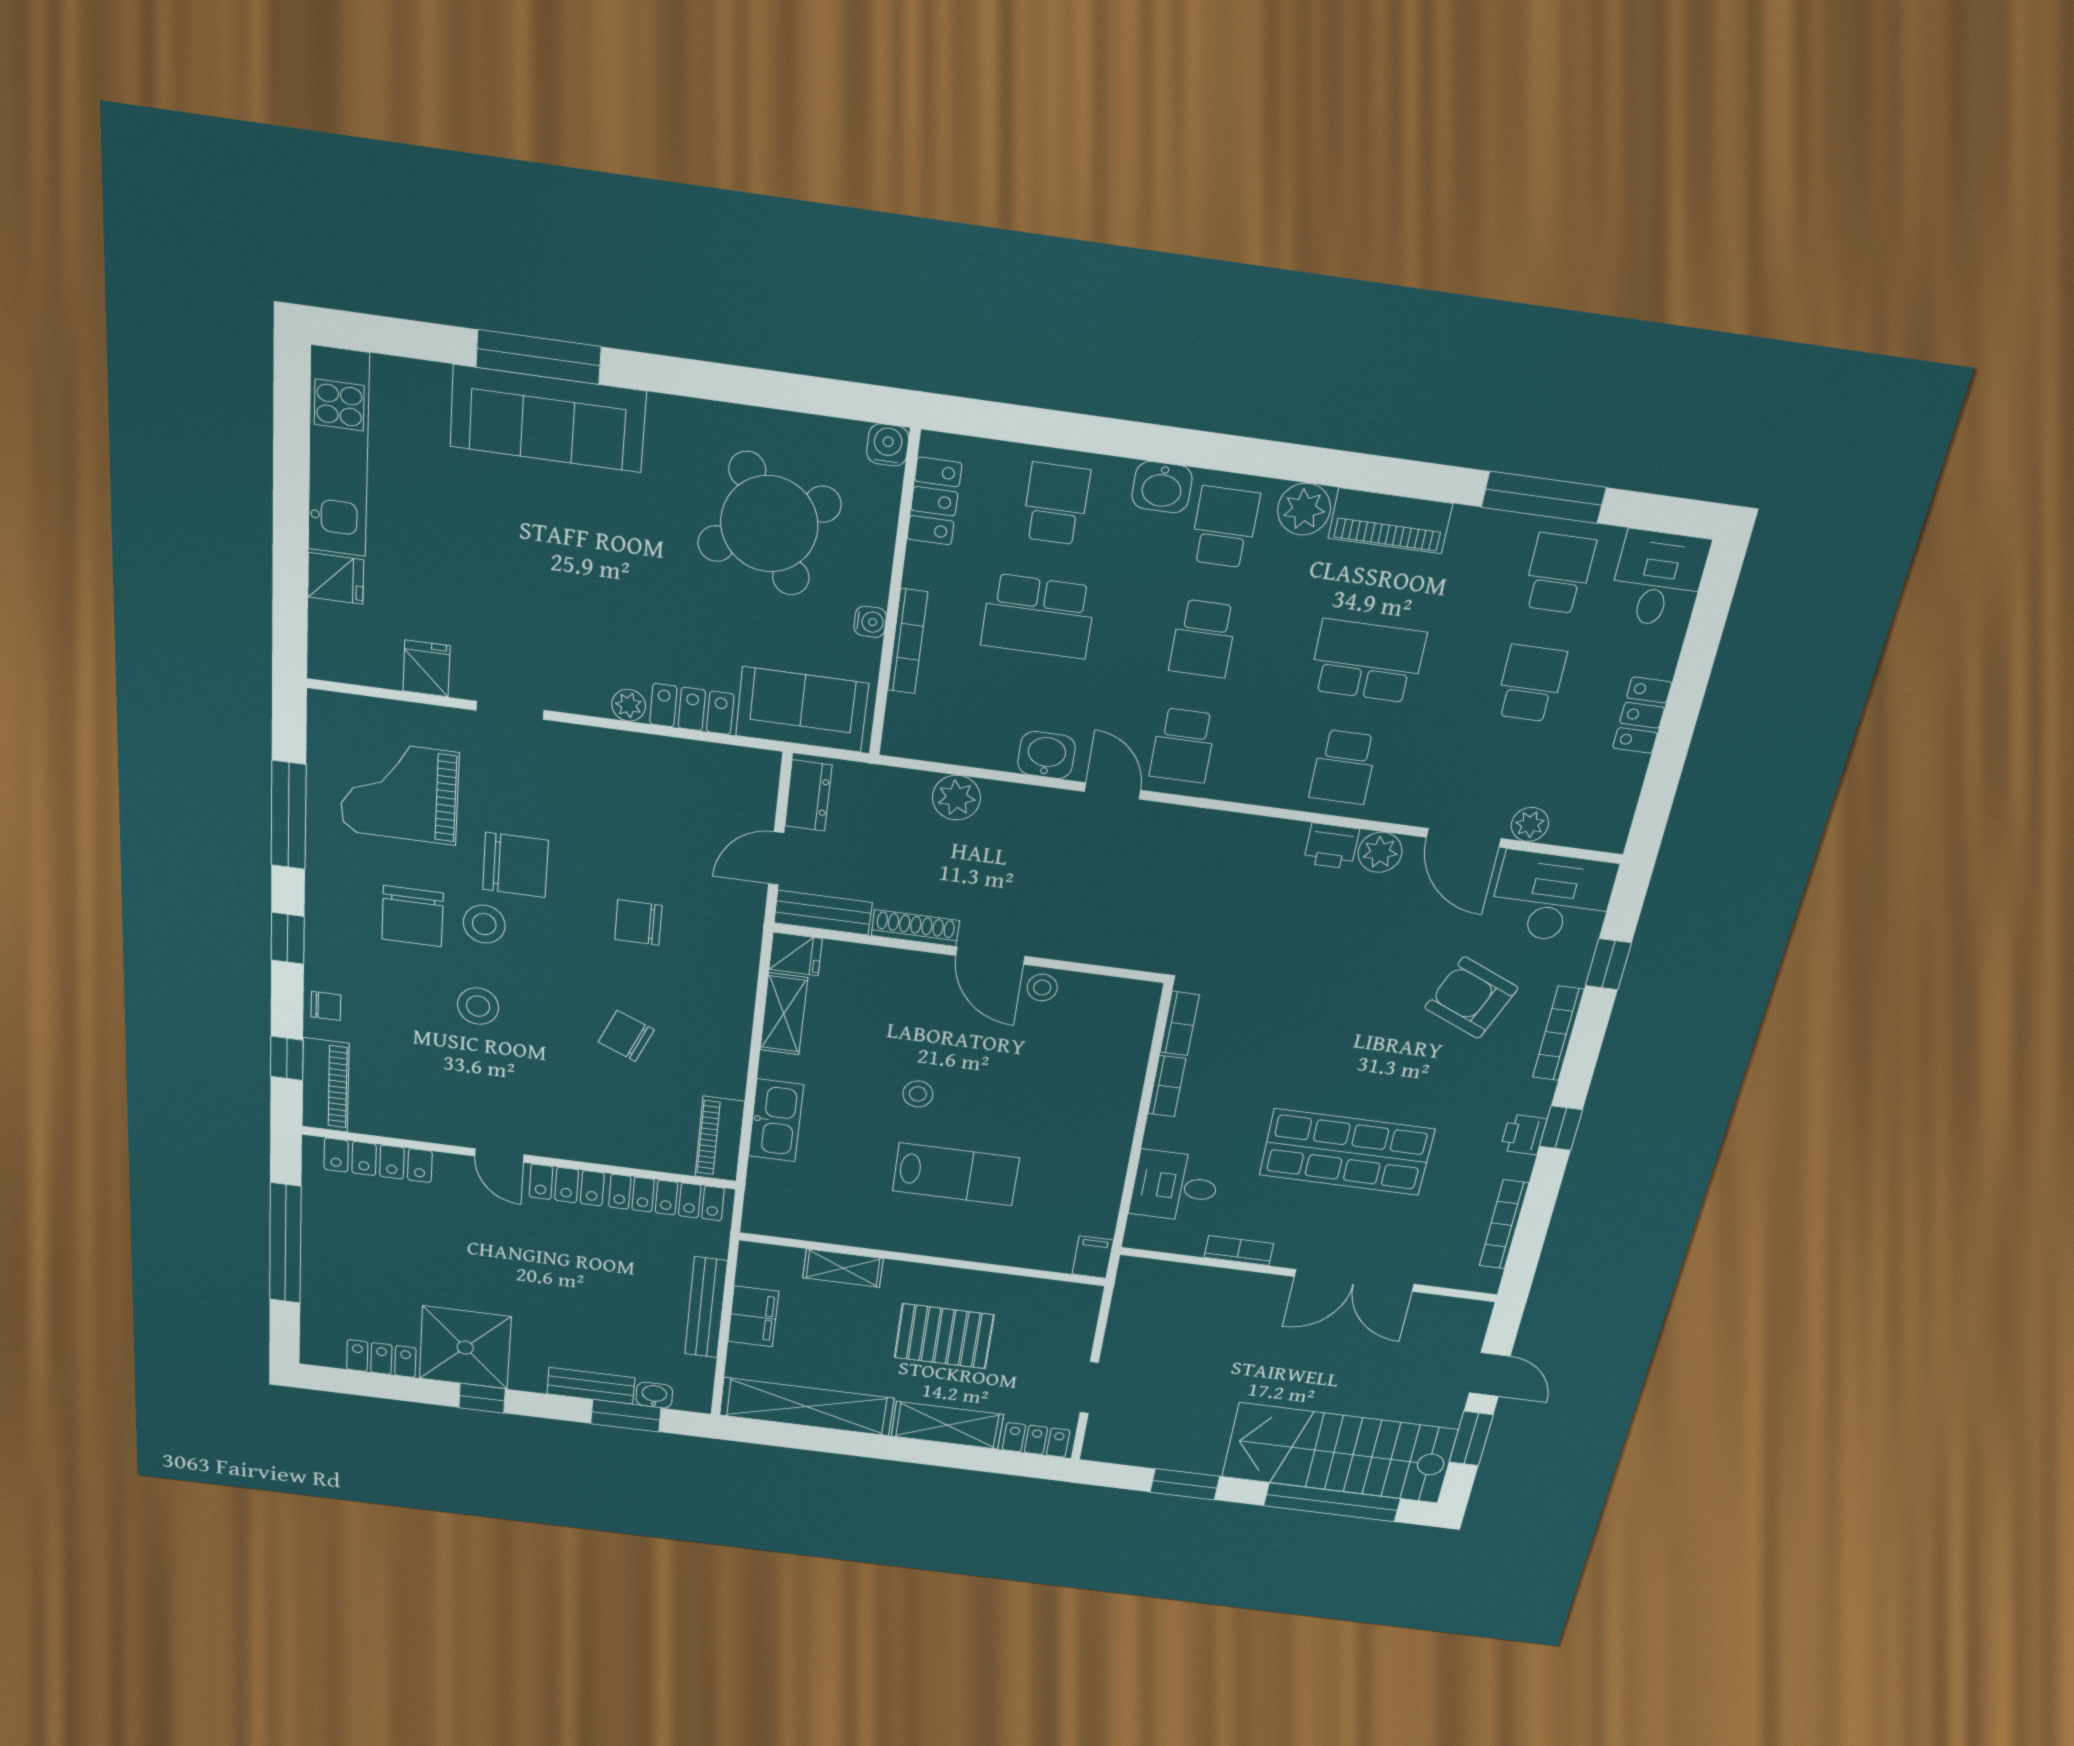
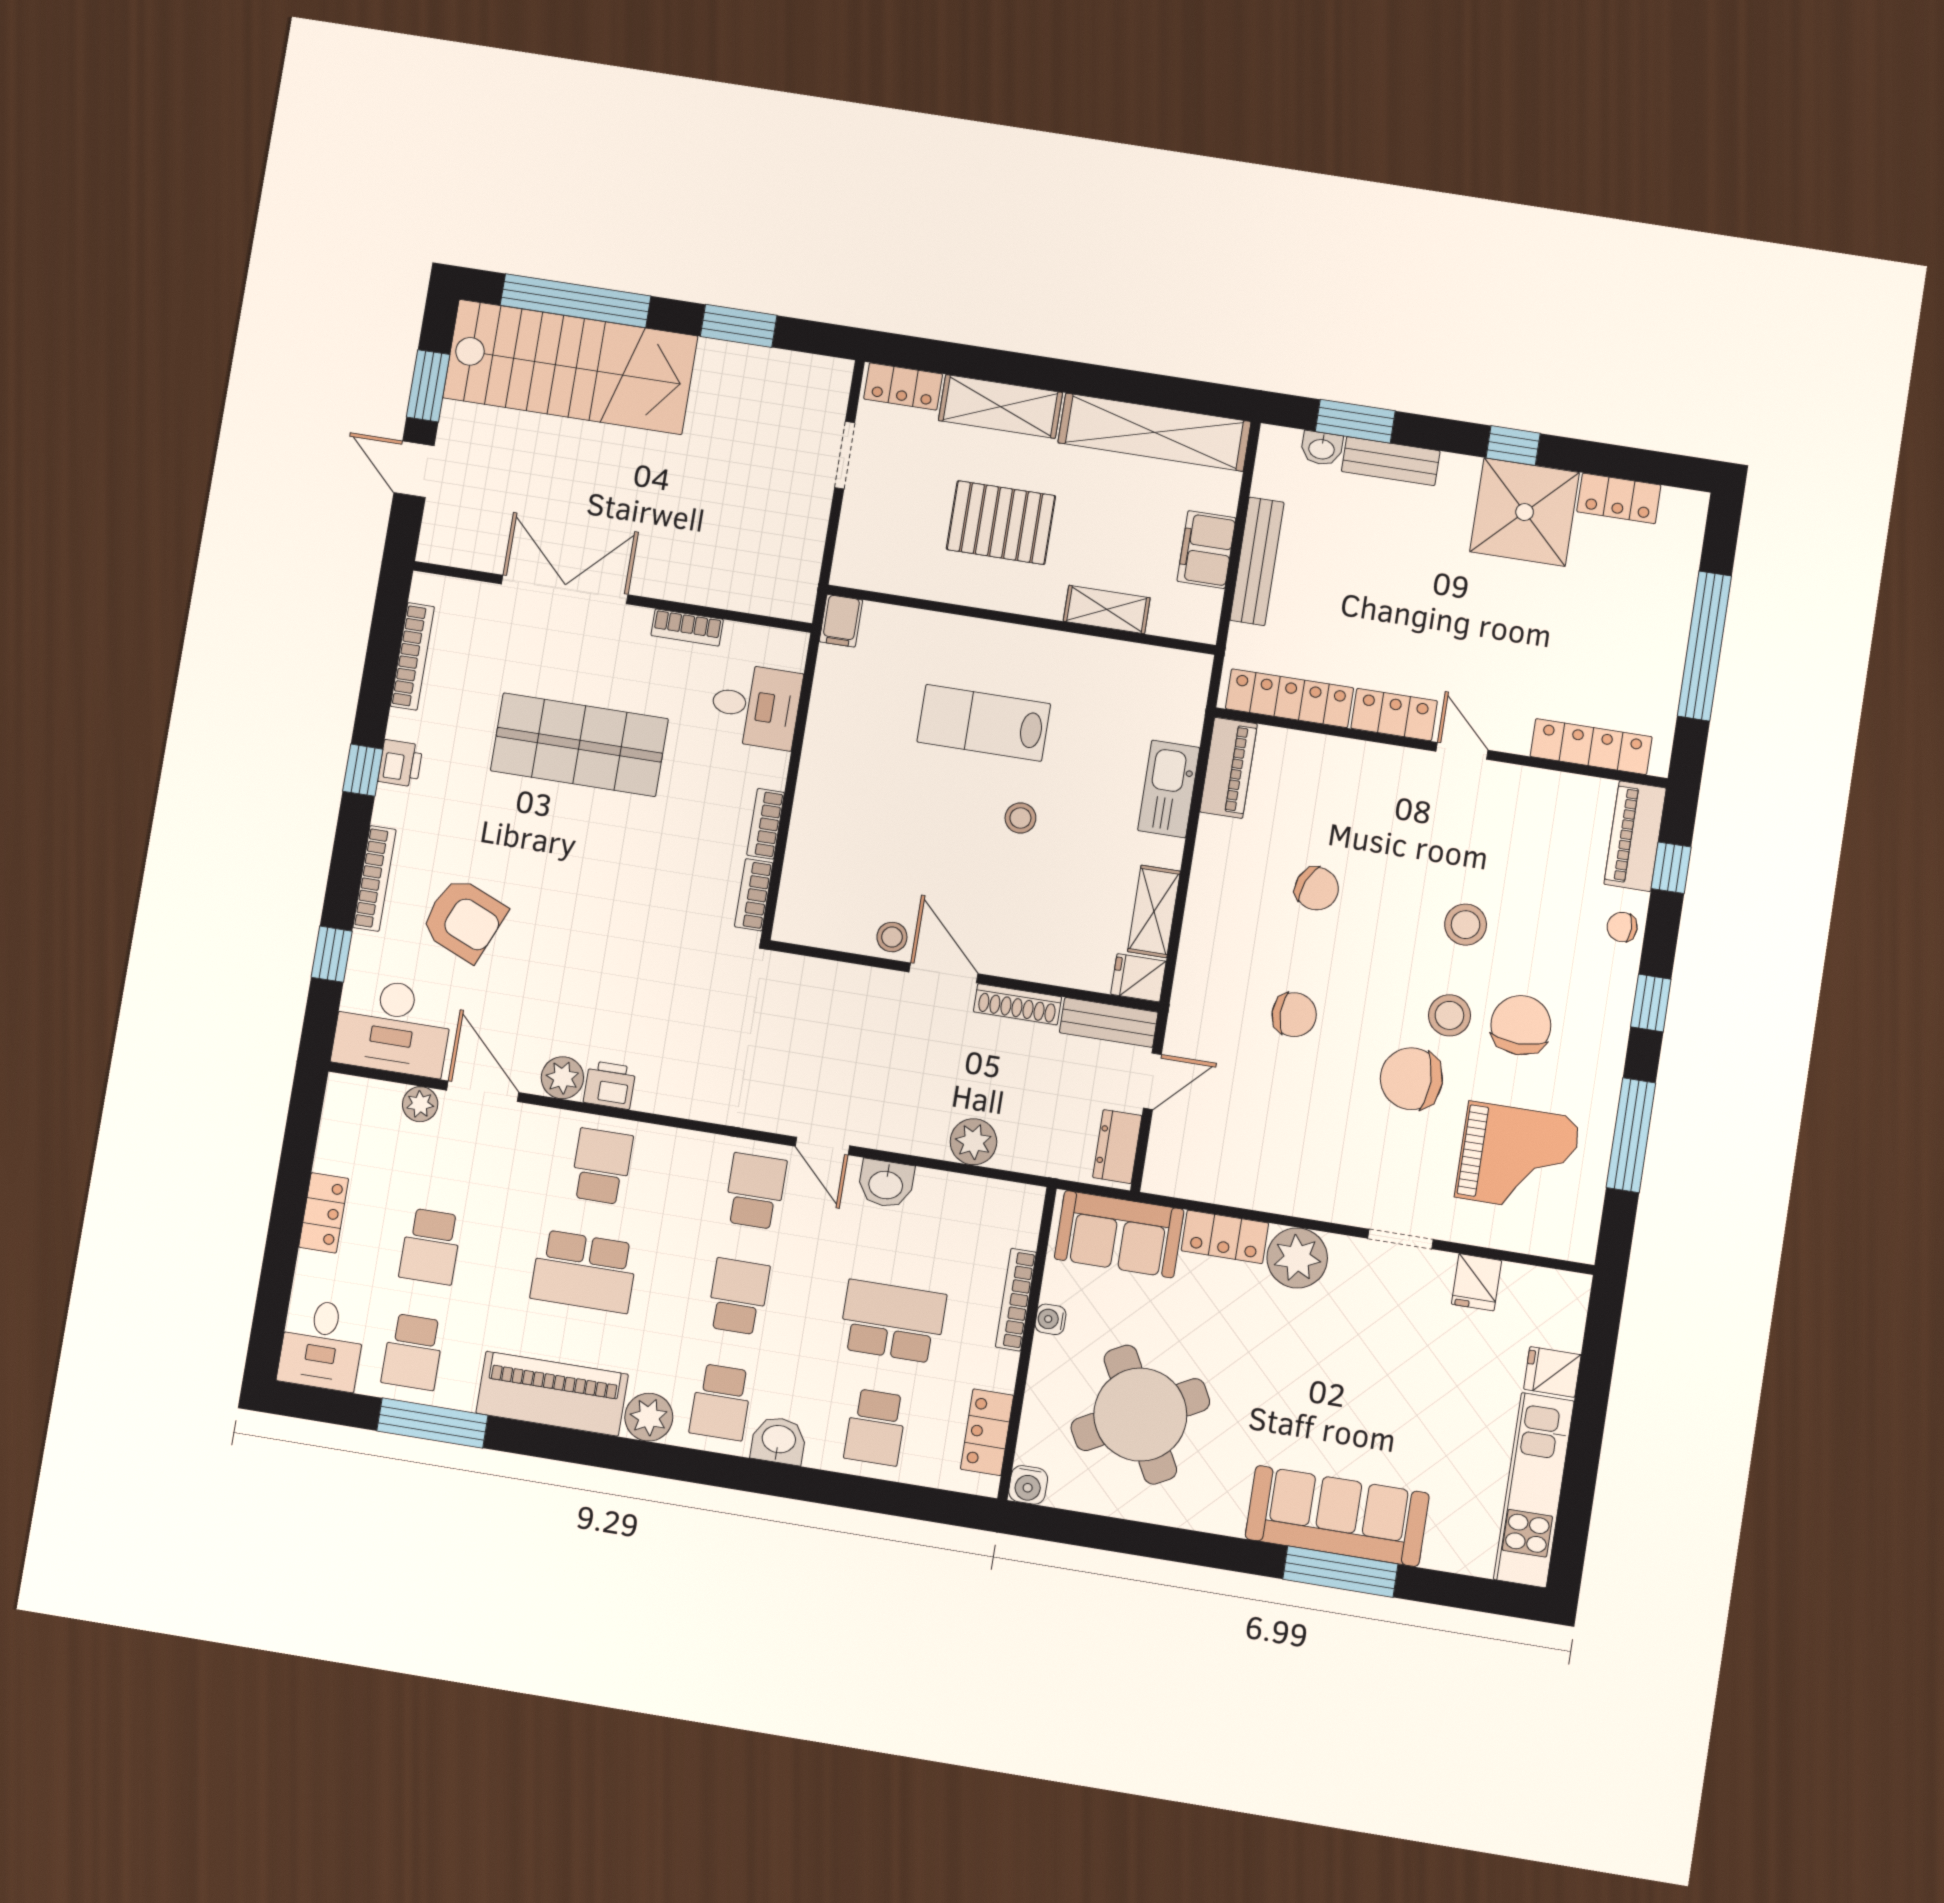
piano: (1390, 521) -> (552, 1394), width x1.37, depth x1.33
plant: (629, 705) -> (1297, 1258), width x1.87, depth x1.87

